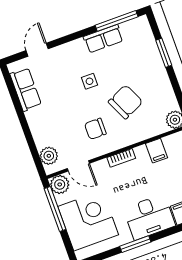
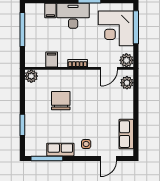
side table: (90, 81) -> (86, 144), moved
chair: (126, 102) -> (61, 101), turned 115
chair: (95, 129) -> (88, 90), removed
door: (78, 166) -> (109, 68), swing flipped
window: (55, 209) -> (136, 27), moved

